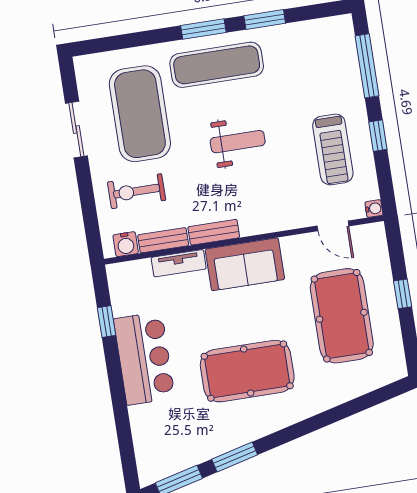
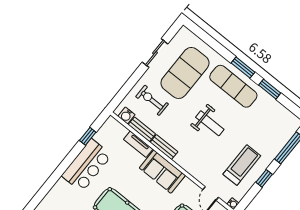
treadmill: (333, 149) -> (242, 165), turned 180

